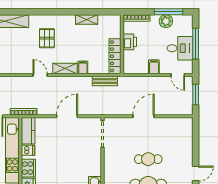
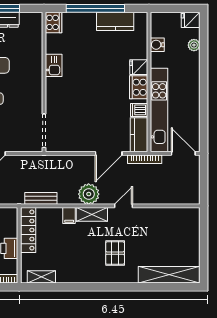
shelving: (87, 19) -> (41, 277), moved
door: (40, 75) -> (124, 206), swing flipped
plant: (67, 84) -> (89, 194), added
door: (67, 116) -> (109, 153), moved

